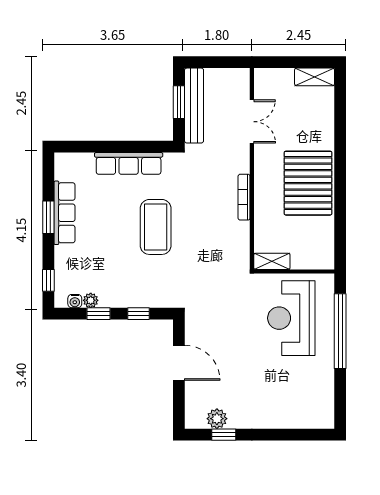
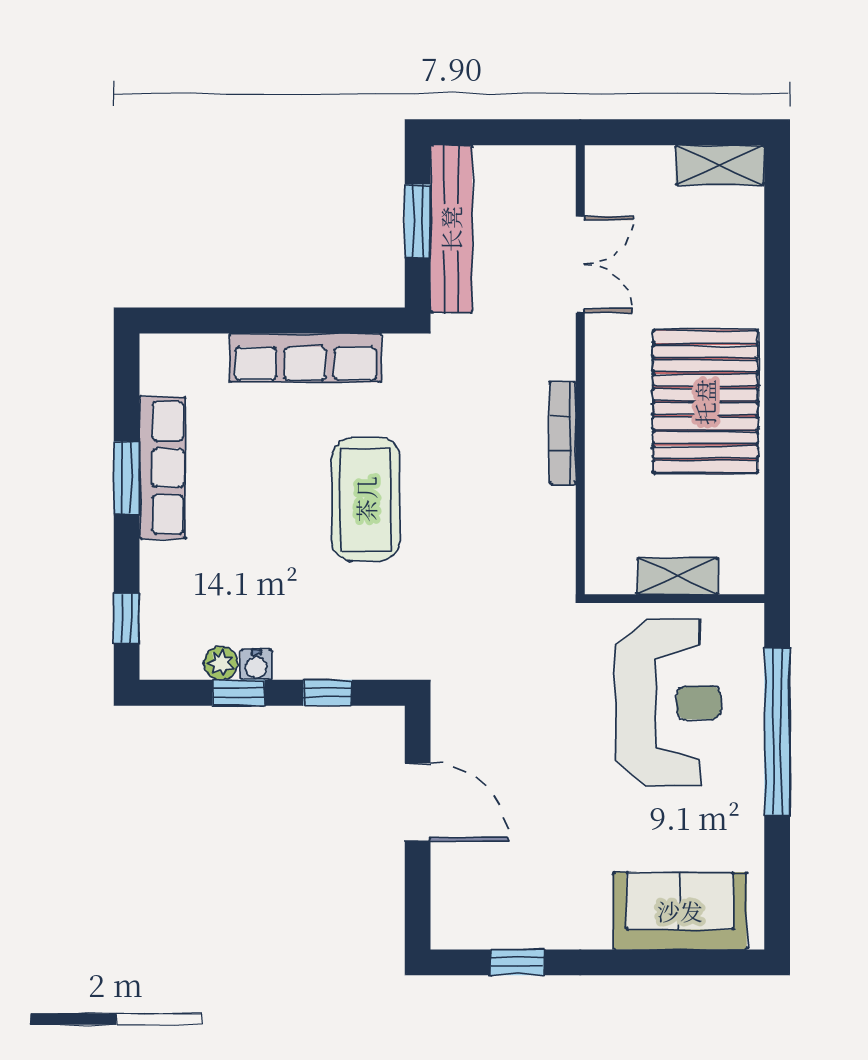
shelving: (272, 261) -> (678, 576), moved
water cooler: (75, 301) -> (256, 665), moved
reception desk: (291, 318) -> (668, 703), turned 180
sofa: (297, 411) -> (680, 911), added
plant: (217, 419) -> (502, 927), removed

